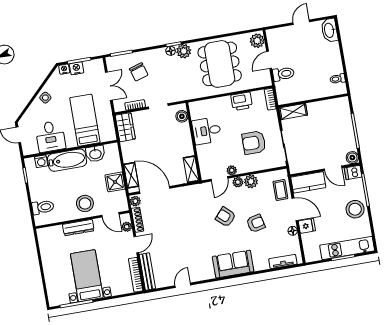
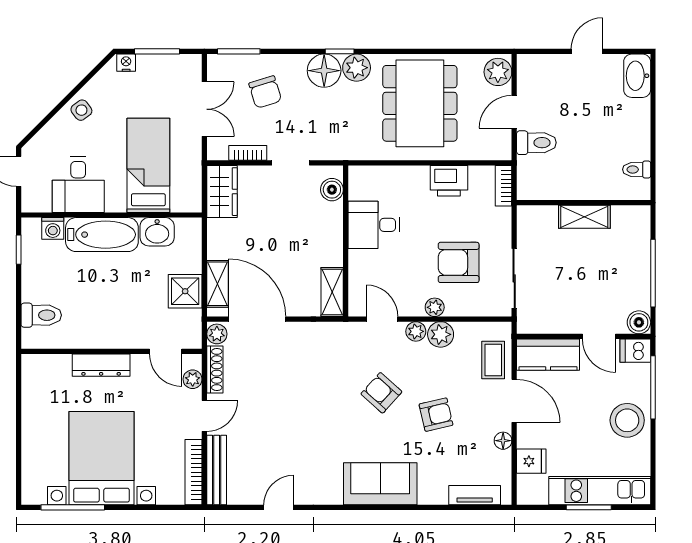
floor lamp: (171, 51) -> (324, 71), width x1.89, depth x1.89
nightstand: (77, 68) -> (149, 65), removed
shelving: (293, 112) -> (584, 217), moved
plant: (232, 170) -> (435, 307), moved
door: (219, 179) -> (382, 319), swing flipped
stool: (85, 203) -> (121, 322), removed
fridge: (307, 226) -> (531, 461), moved
bed with nightstands: (87, 276) -> (101, 458), width x1.36

